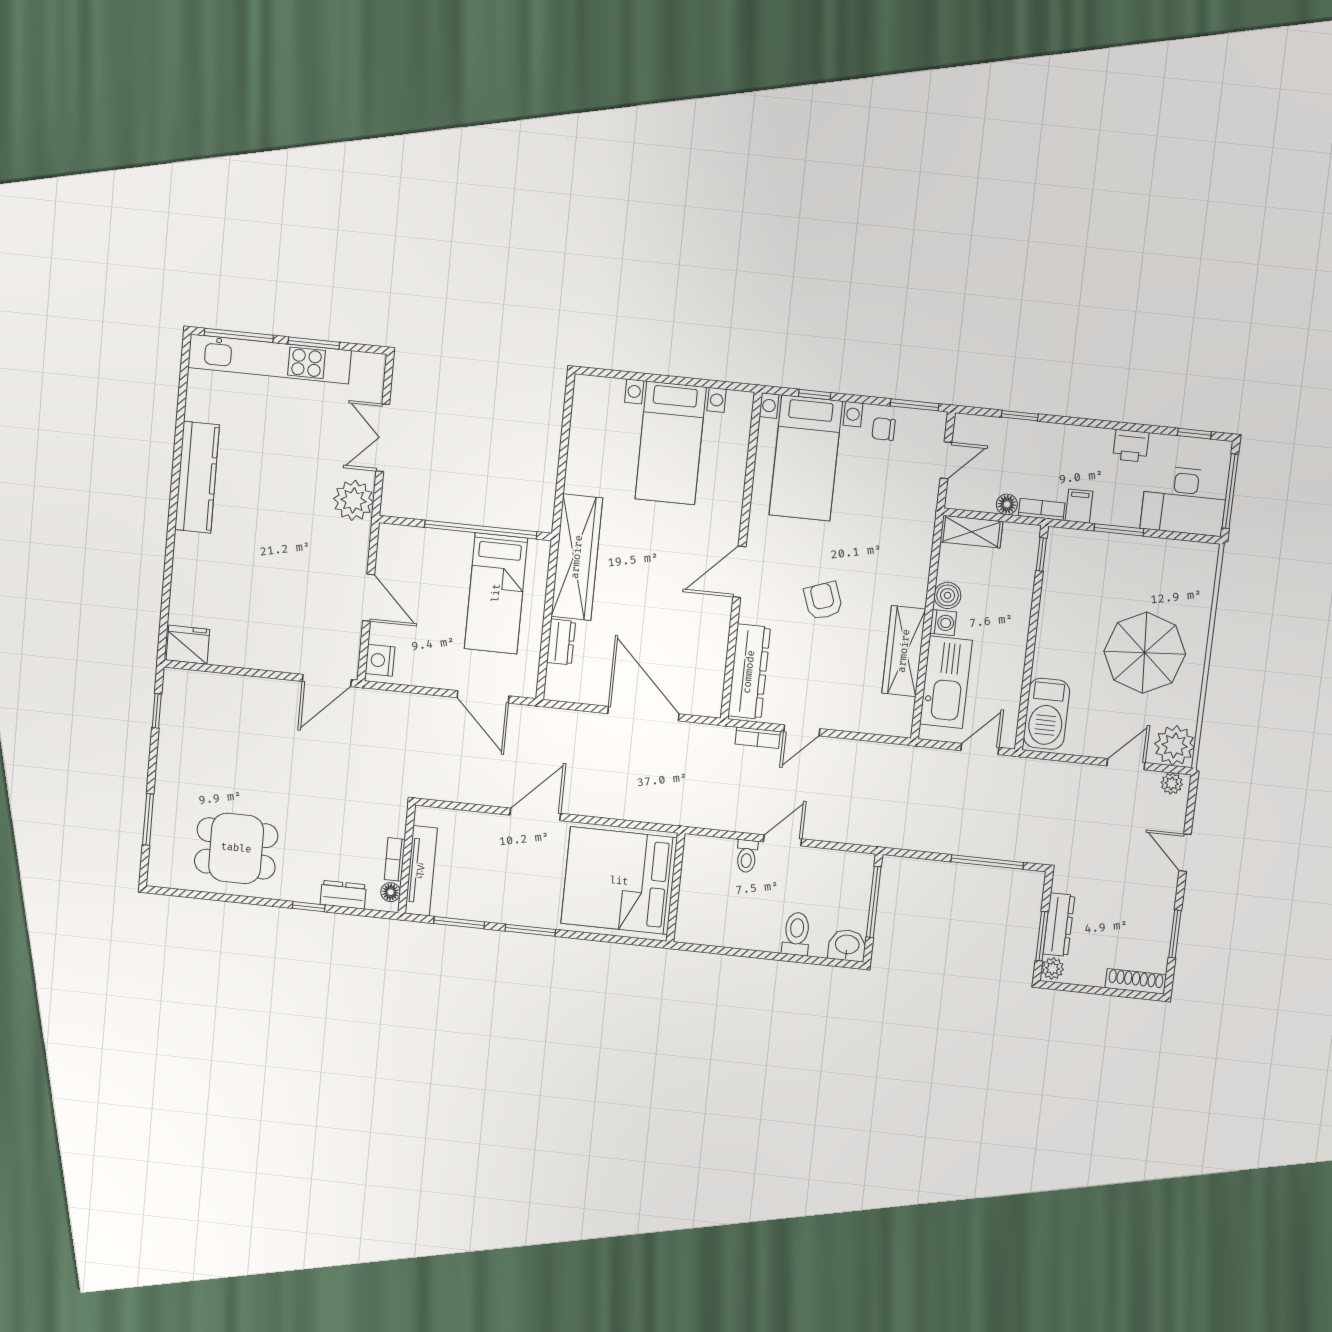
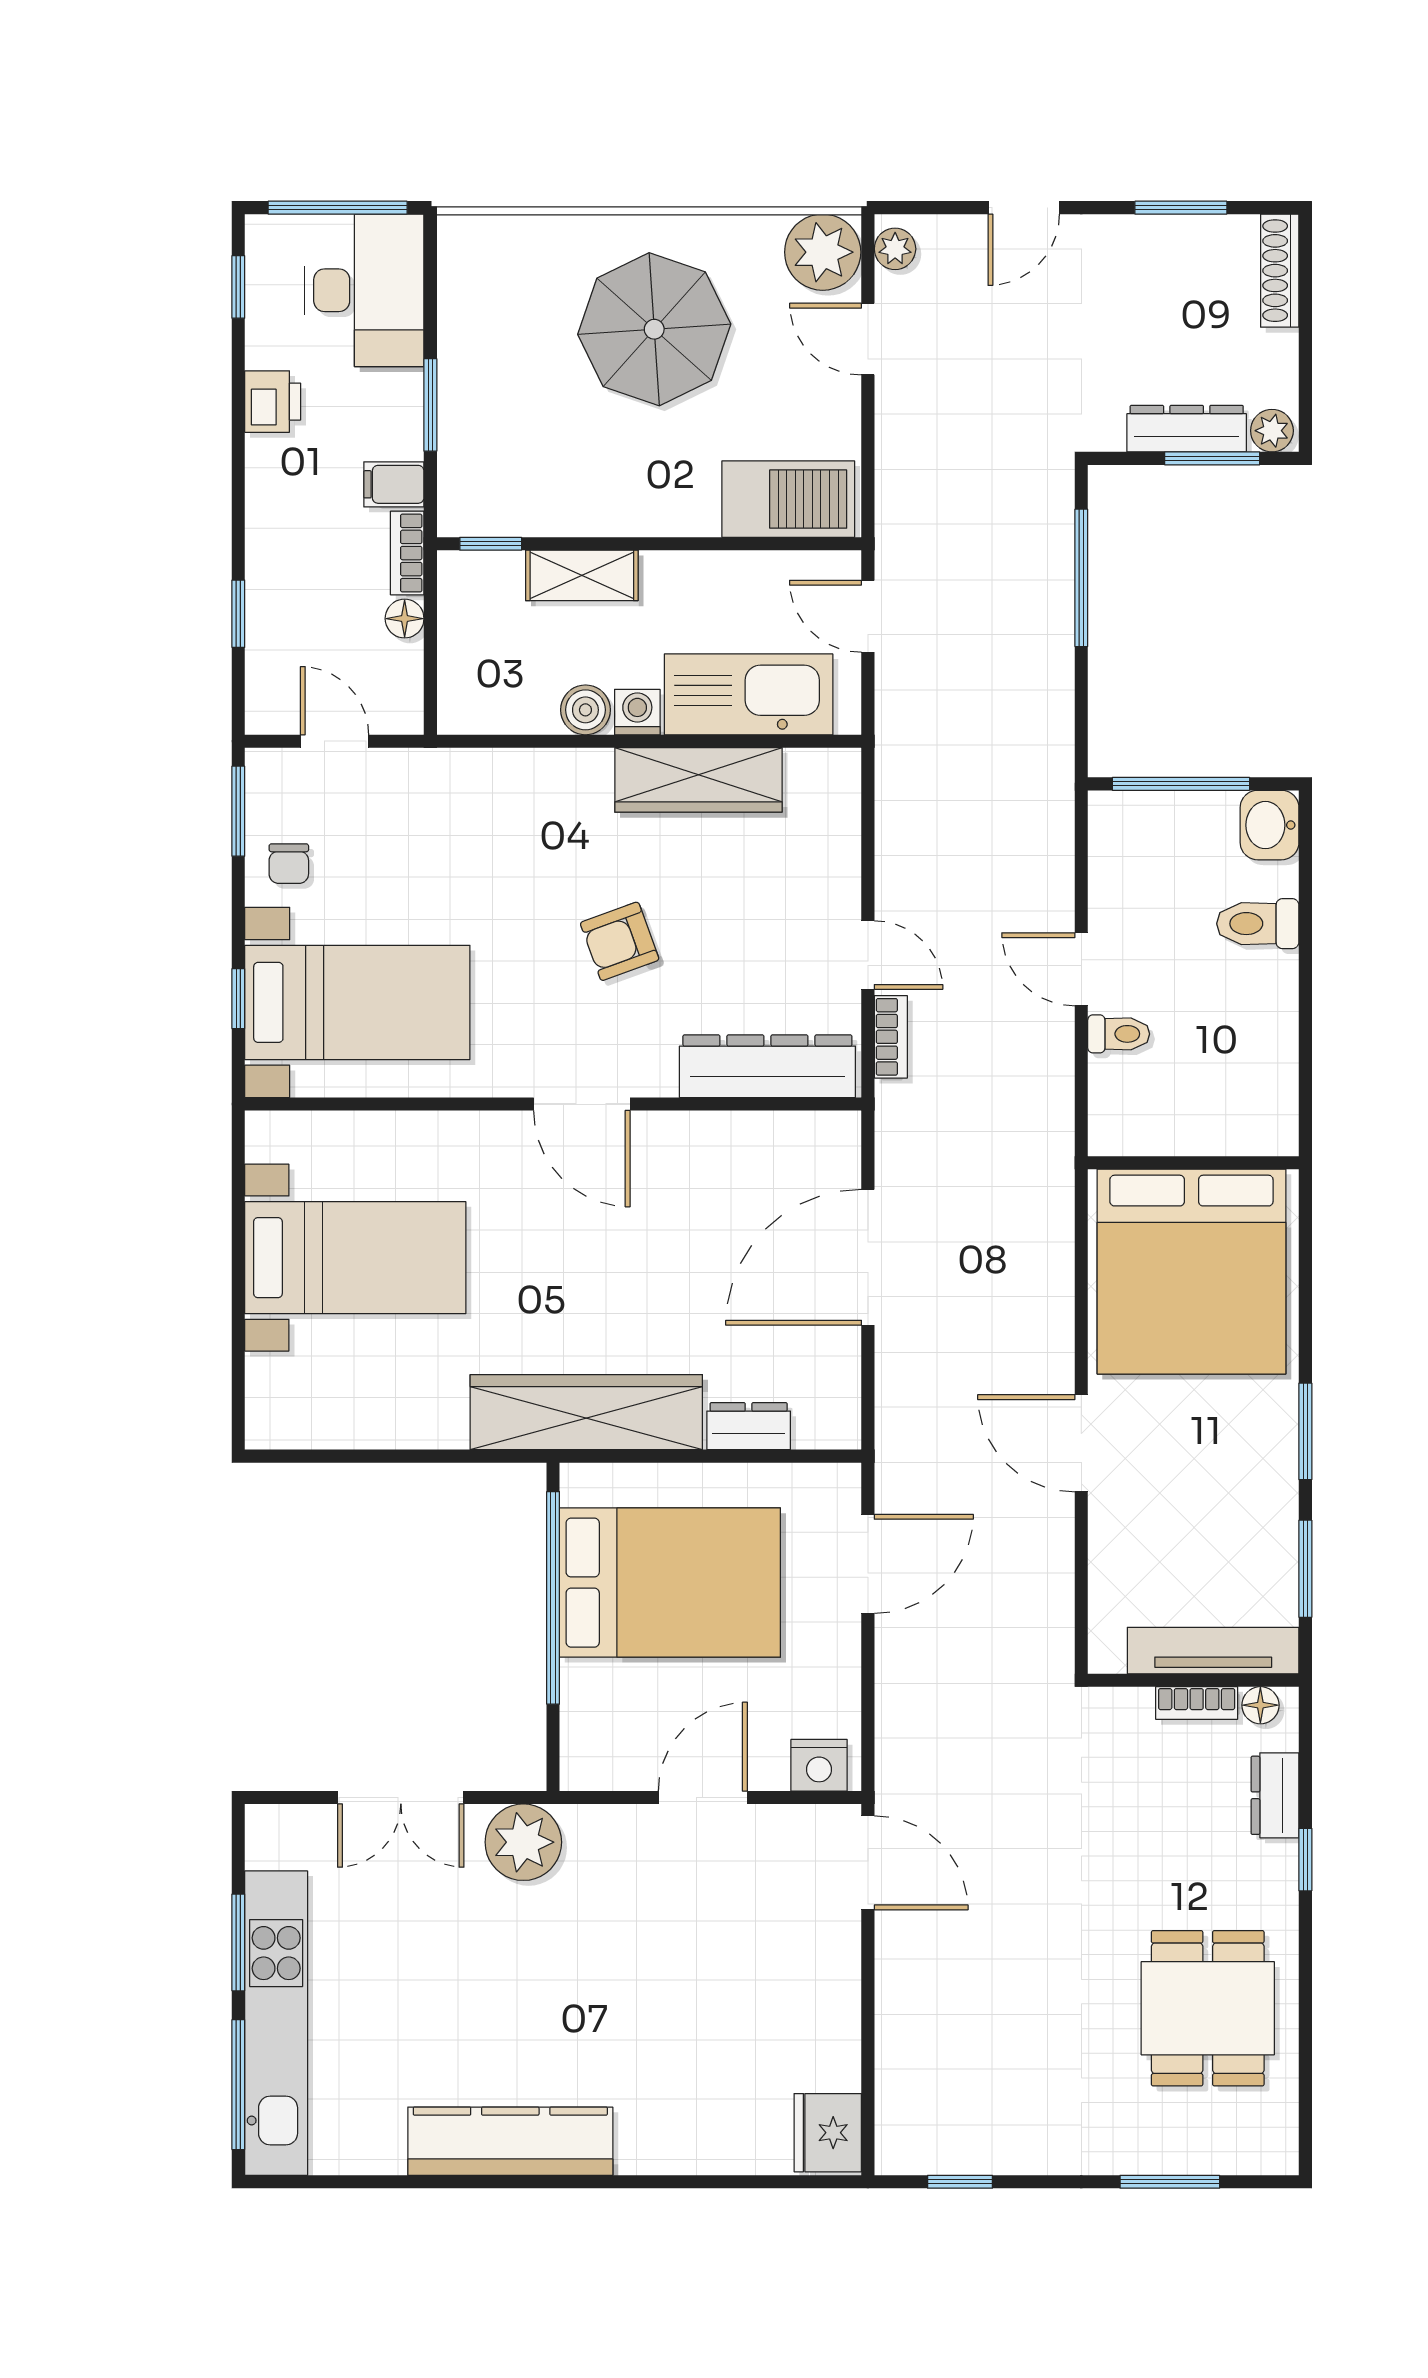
shelving: (972, 532) -> (582, 575), moved, turned 90
bed: (496, 593) -> (670, 1583), width x1.50

